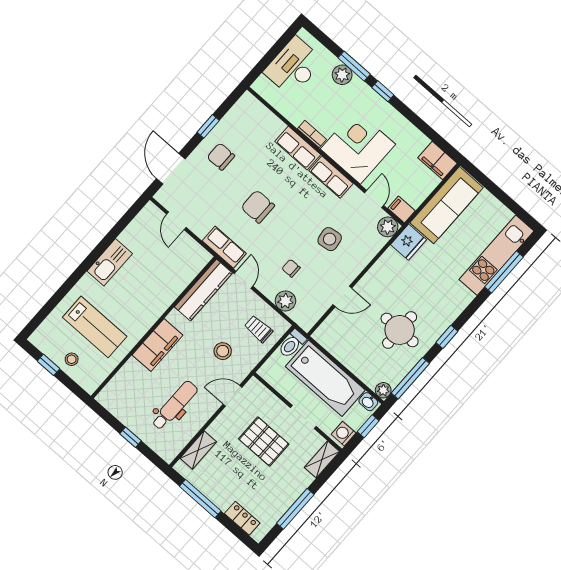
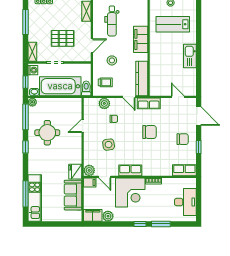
plant: (342, 75) -> (108, 216), moved
row of seats: (298, 148) -> (184, 170), moved
sofa: (447, 205) -> (73, 195), width x0.73

